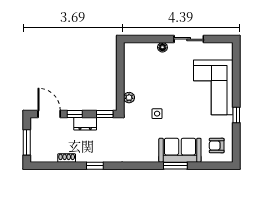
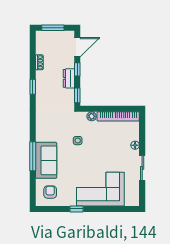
bookcase: (129, 67) -> (118, 116), added
window: (175, 166) -> (33, 156), width x1.44

